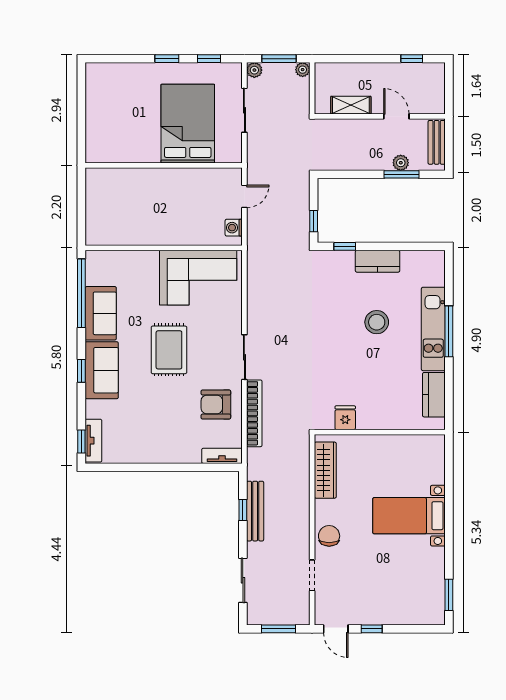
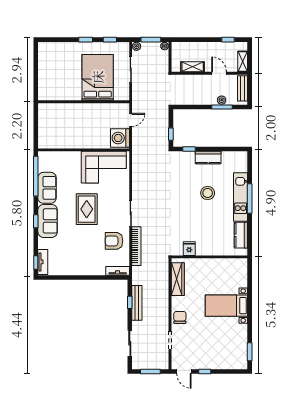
shelving: (437, 96) -> (243, 62), added
washing machine: (234, 228) -> (120, 138), width x1.89, depth x1.89

